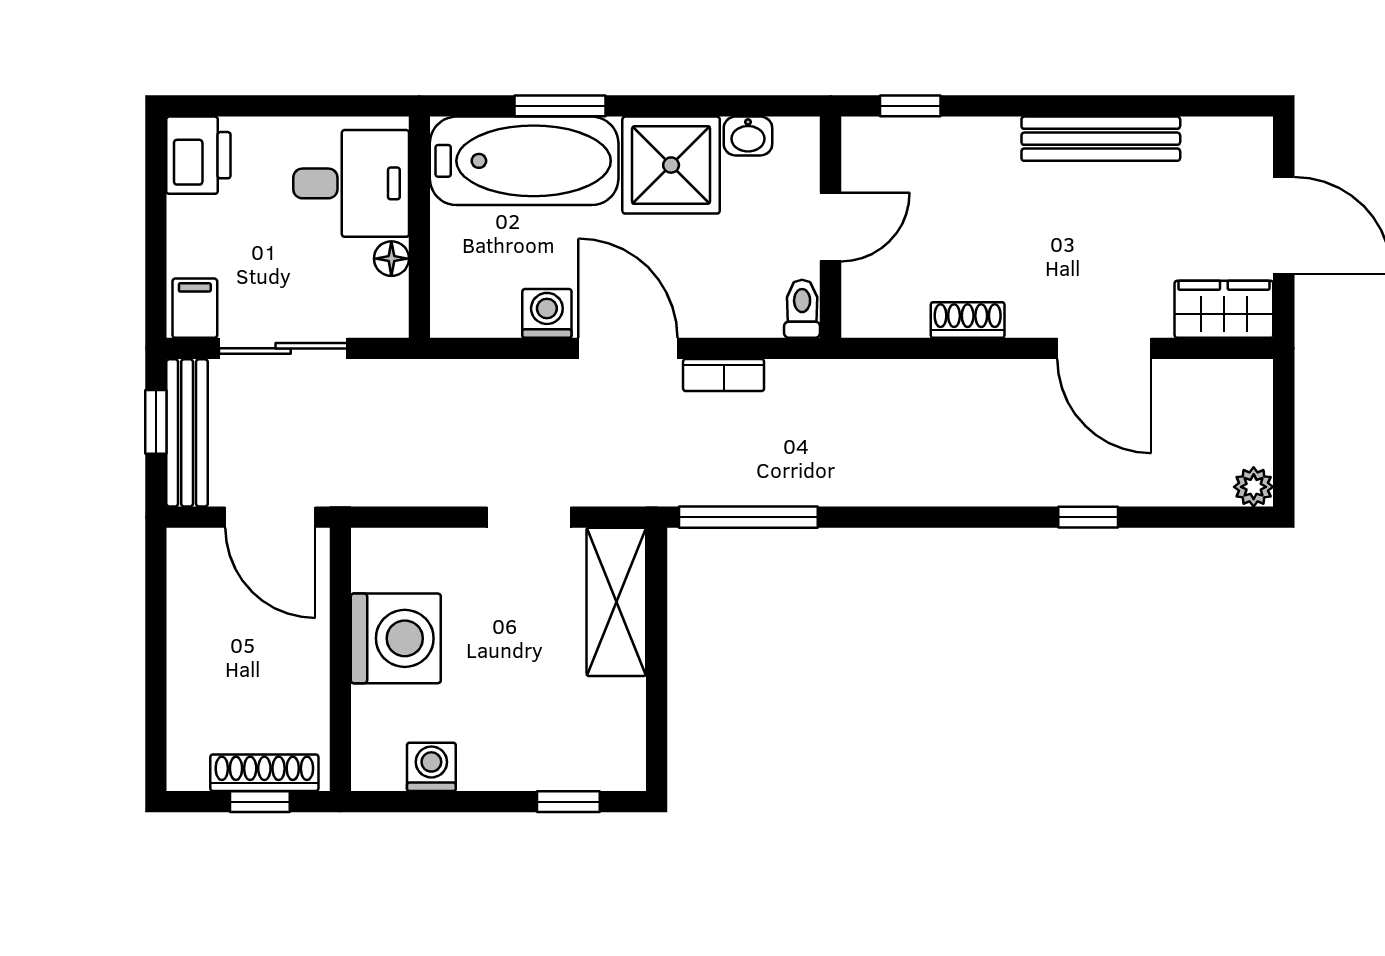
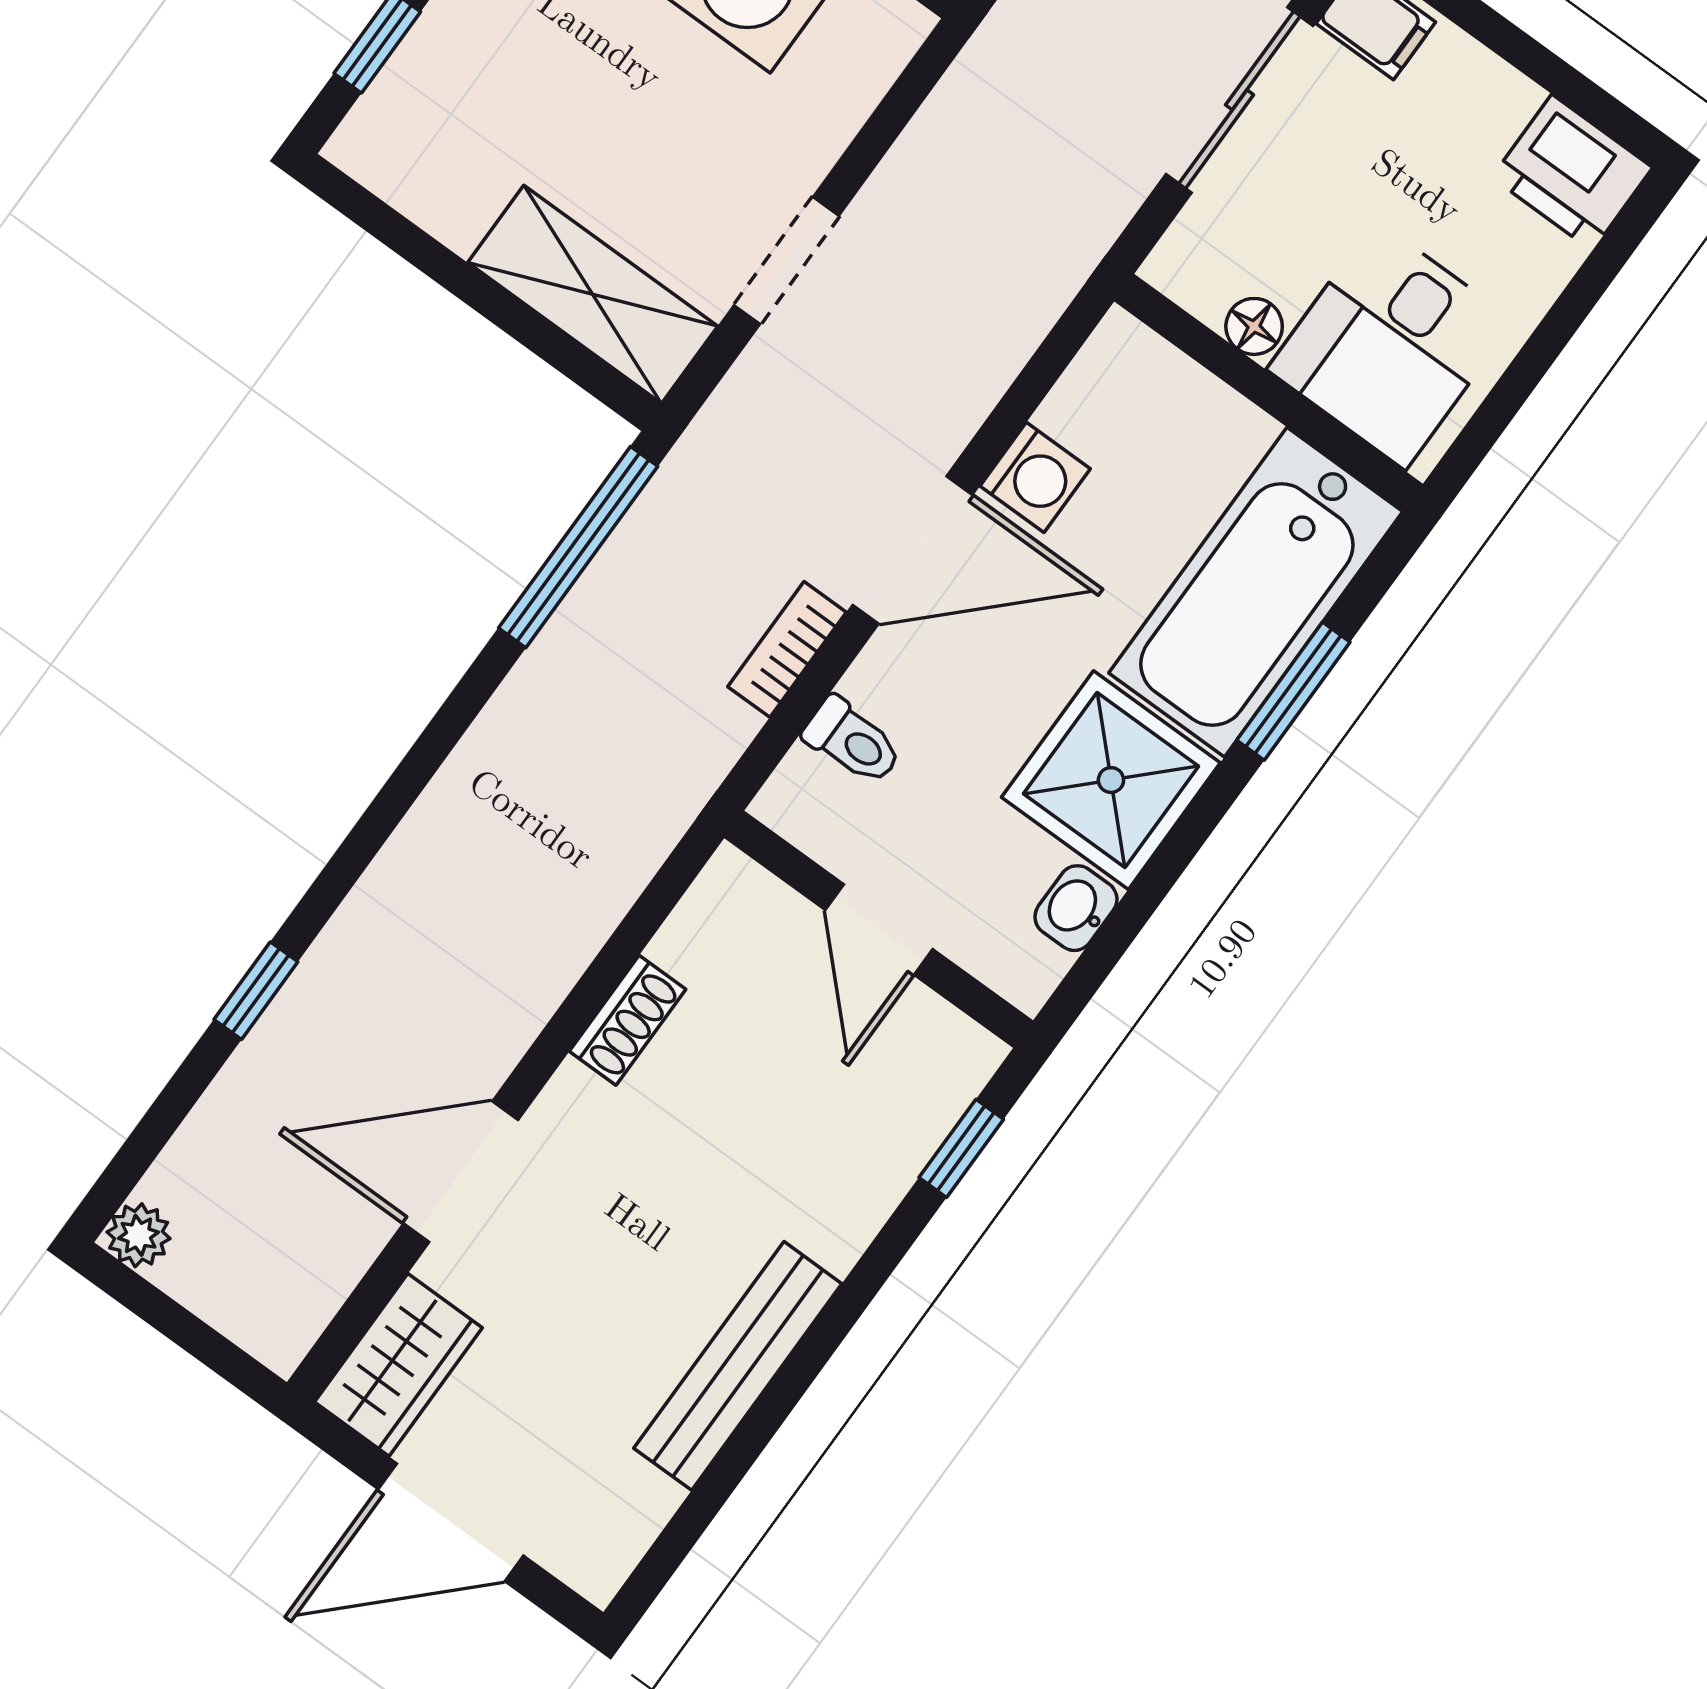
toilet: (802, 309) -> (853, 741), moved

